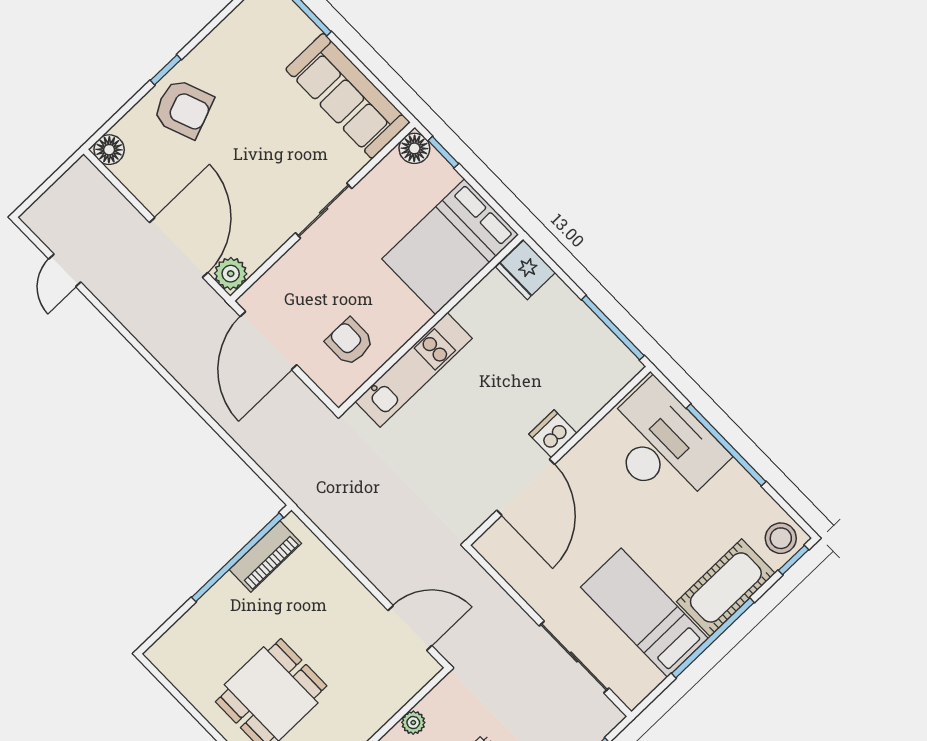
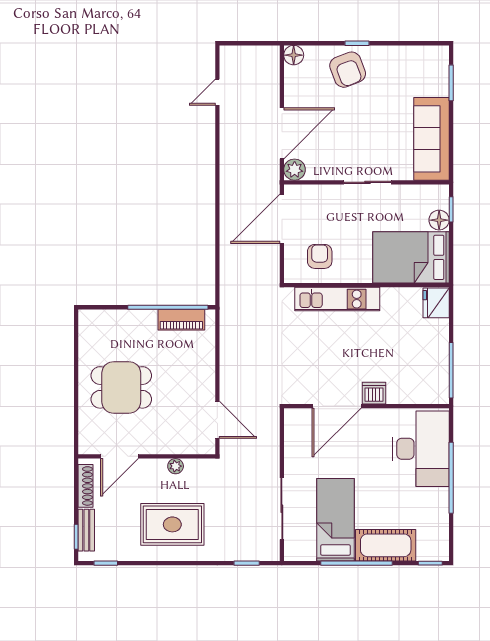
floor lamp: (414, 148) -> (439, 220), moved
stool: (781, 538) -> (434, 547), removed

